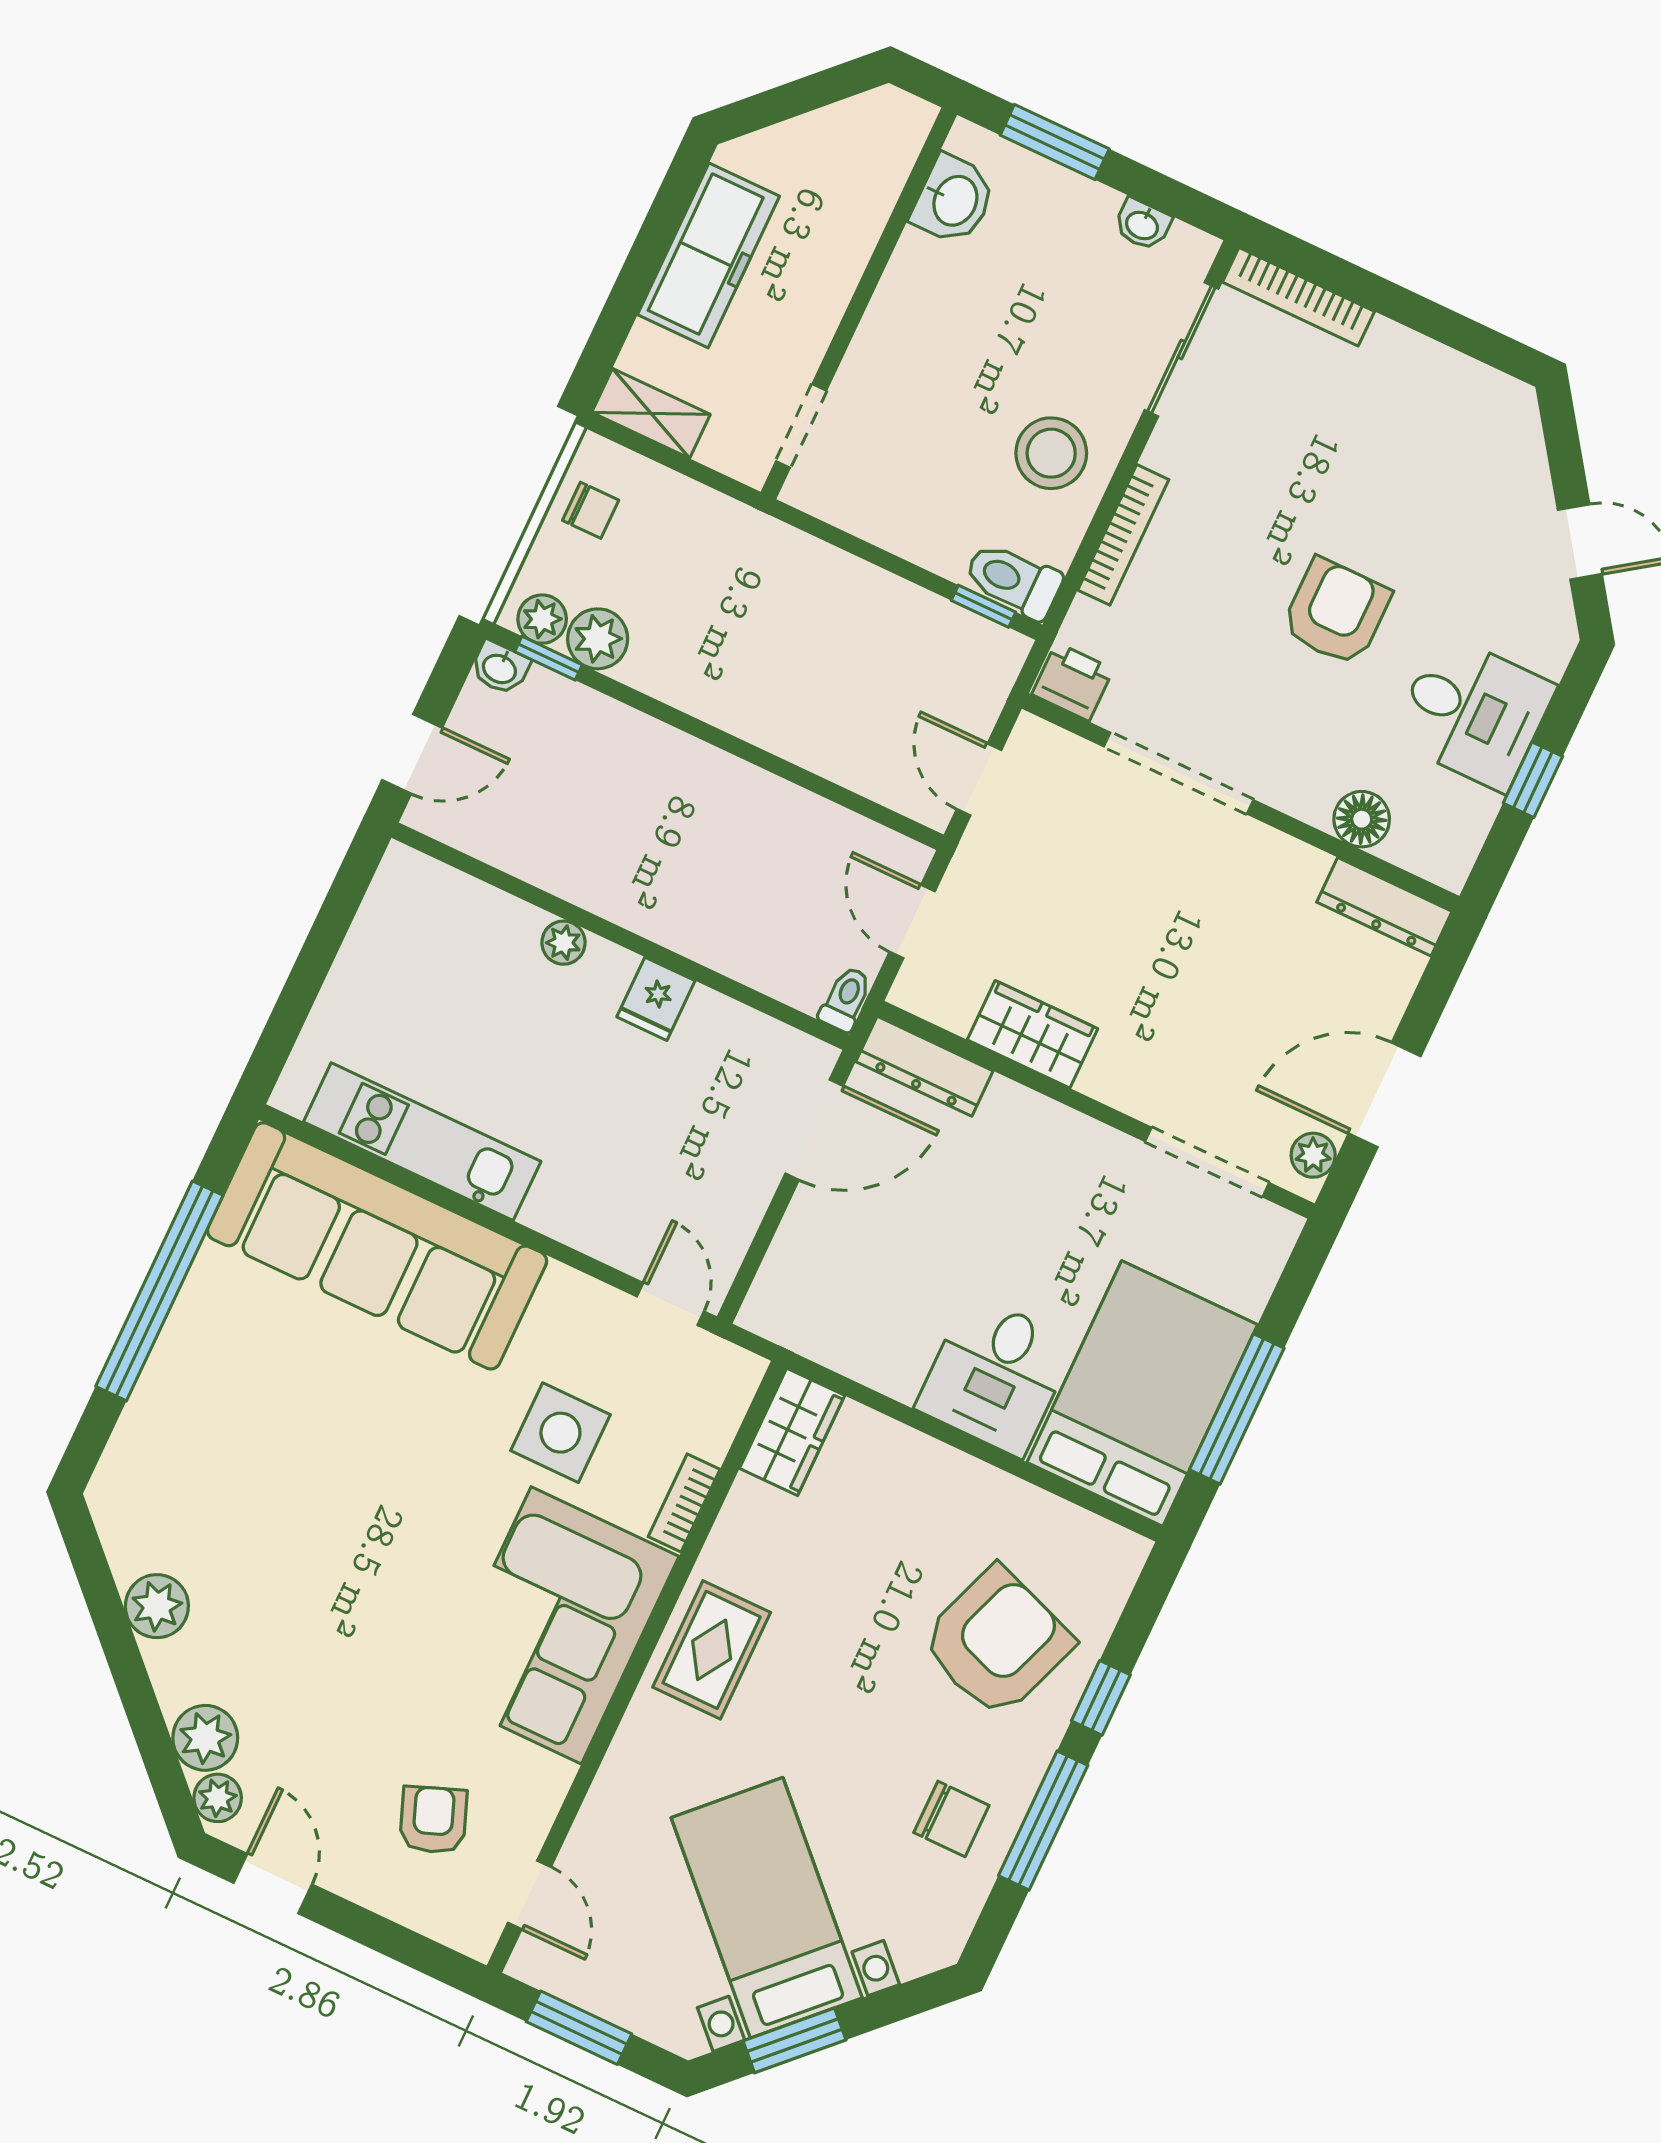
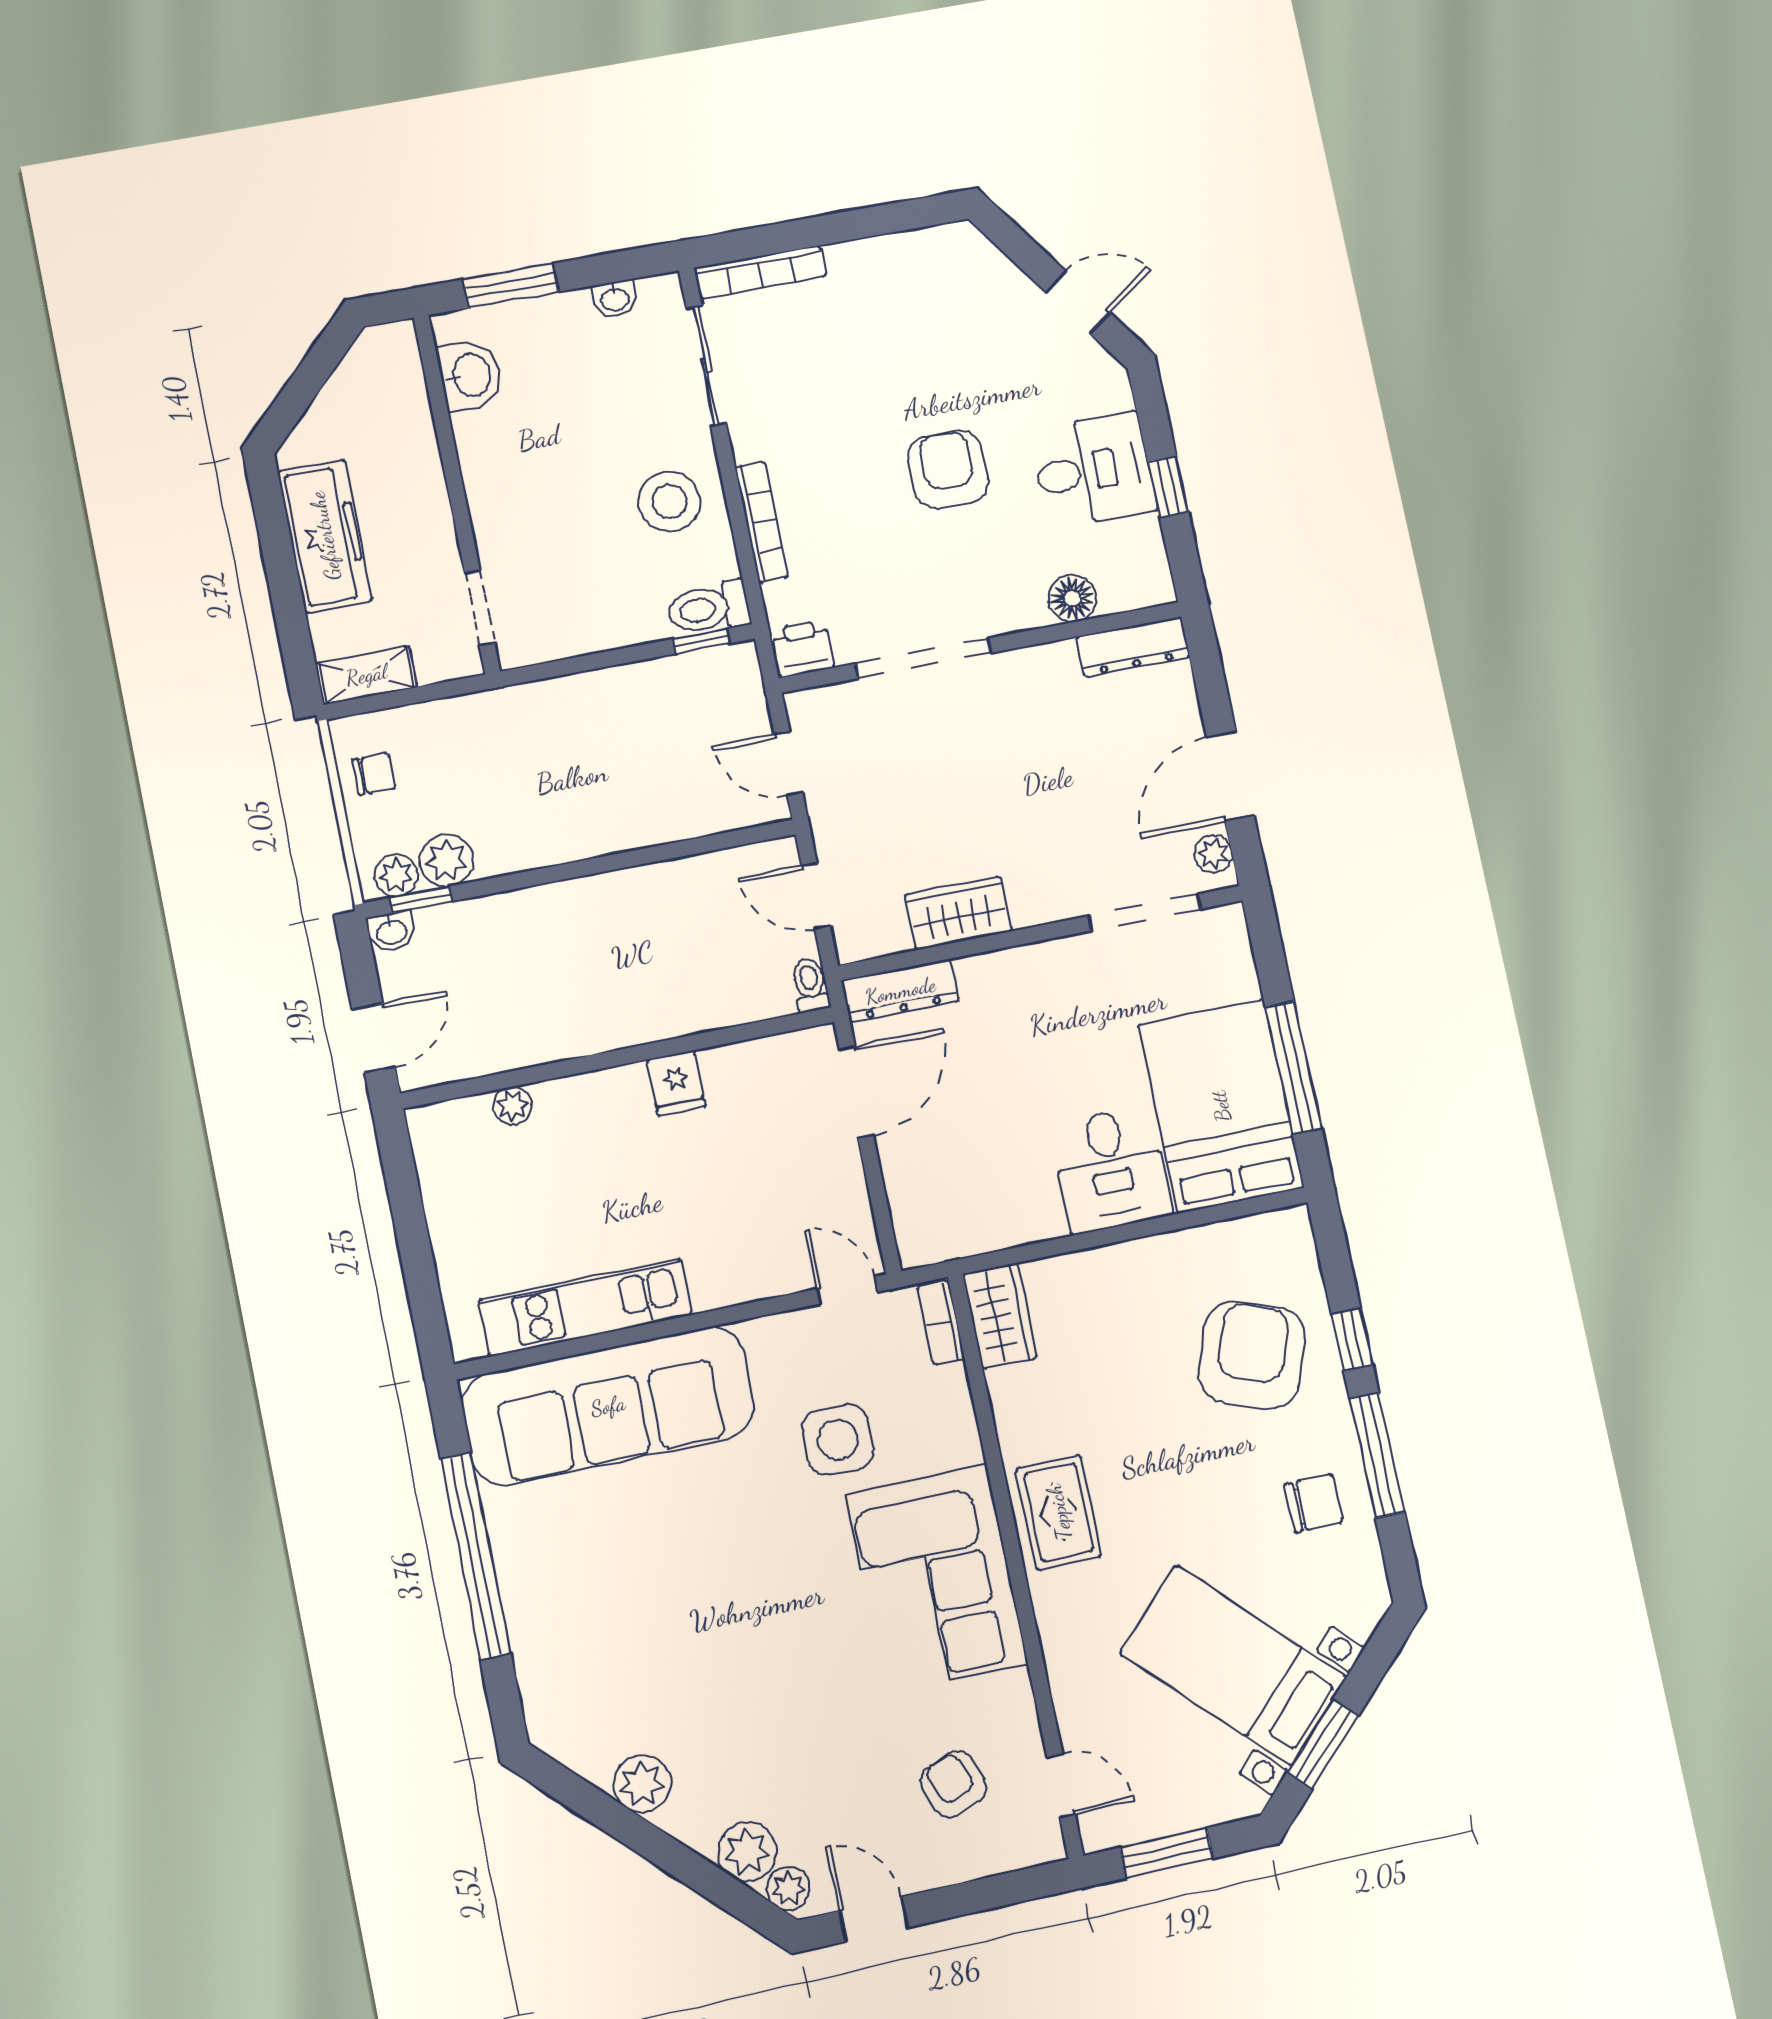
plant: (563, 943) -> (513, 1106), moved
bookcase: (684, 1503) -> (941, 1323), moved

